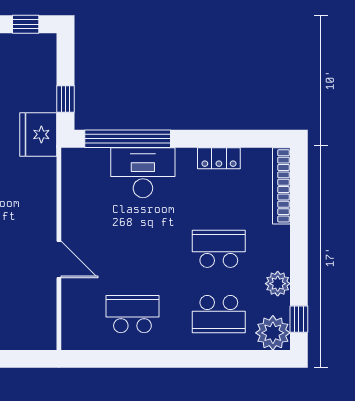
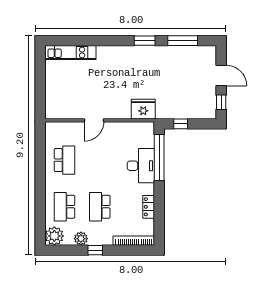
fridge: (38, 134) -> (143, 109), moved
school desk: (219, 249) -> (100, 207), turned 180
window: (299, 319) -> (95, 250), moved

